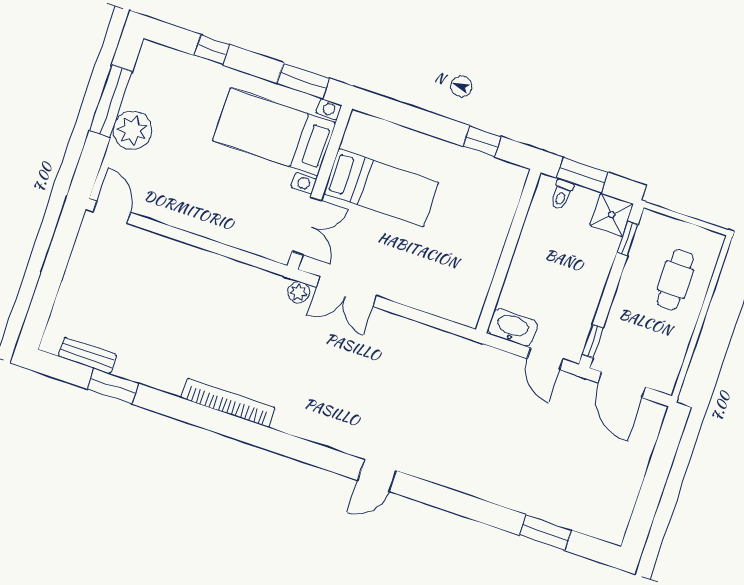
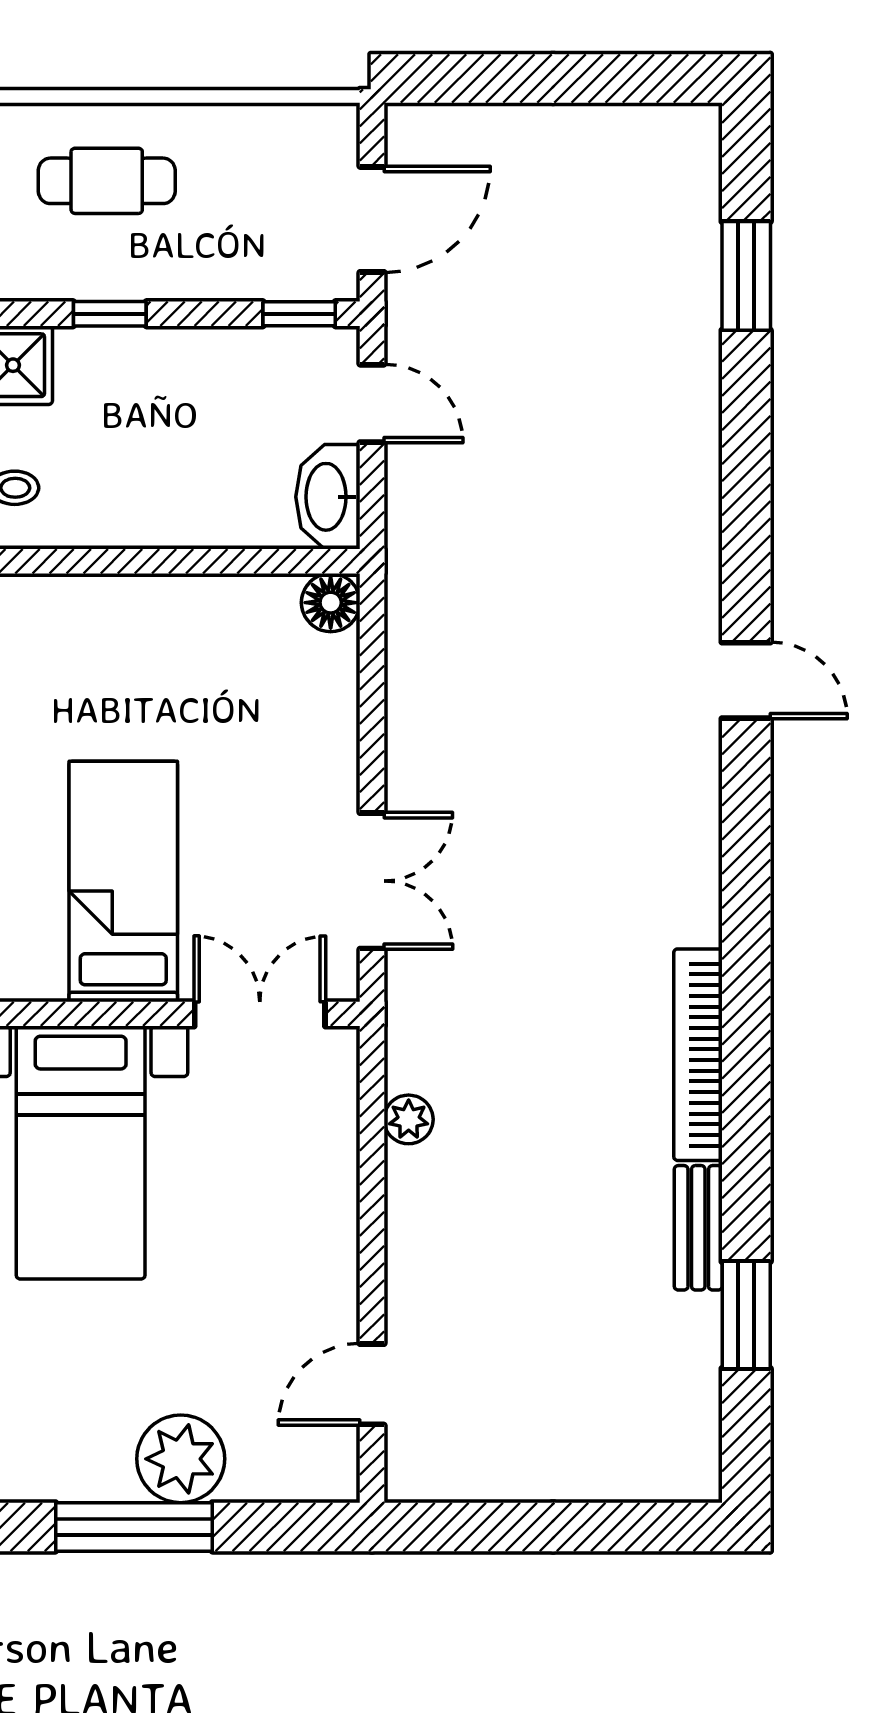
door: (112, 212) -> (372, 1384), moved
window: (628, 238) -> (110, 314), moved
plant: (299, 292) -> (409, 1119), moved
floor lamp: (468, 314) -> (331, 603), added
bench: (87, 355) -> (698, 1228), moved
door: (545, 359) -> (372, 403), hinge flipped

